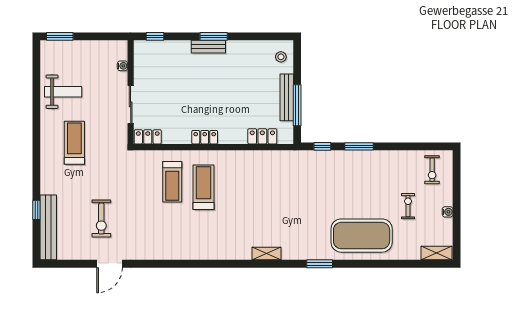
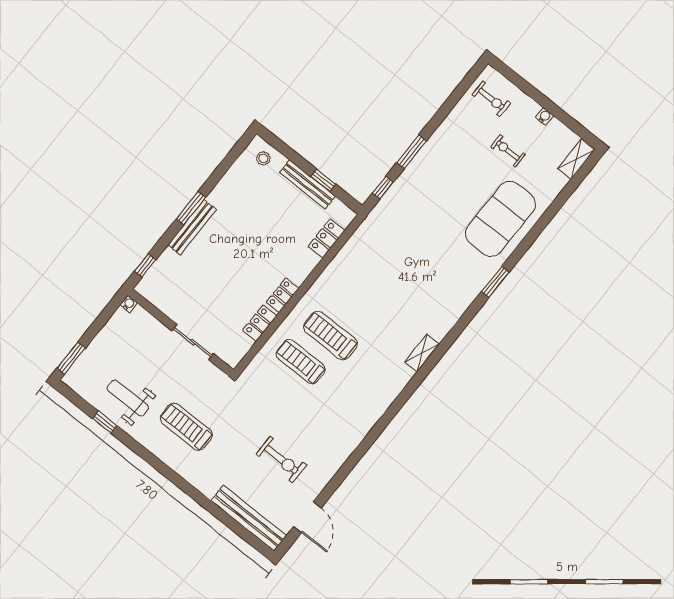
bench: (208, 47) -> (192, 227), width x1.36
water cooler: (123, 66) -> (129, 304), moved
weight bench: (63, 92) -> (128, 398), turned -90
window: (297, 105) -> (323, 180), width x0.46
locker: (148, 137) -> (260, 323), moved
treadmill: (172, 182) -> (301, 362), turned 180
window: (36, 210) -> (105, 422), moved
shelving: (267, 254) -> (422, 353), moved
door: (110, 264) -> (308, 517), moved

